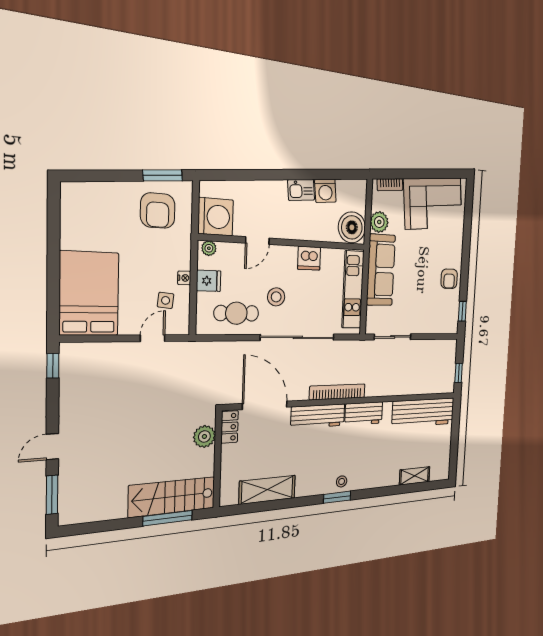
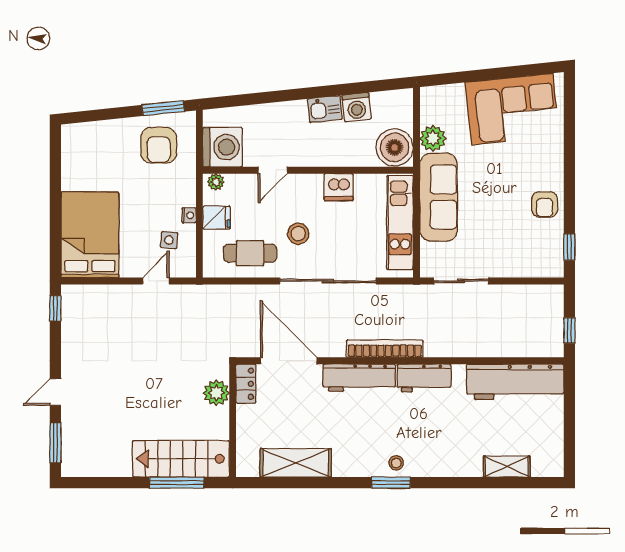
bookcase: (390, 185) -> (446, 92), removed

